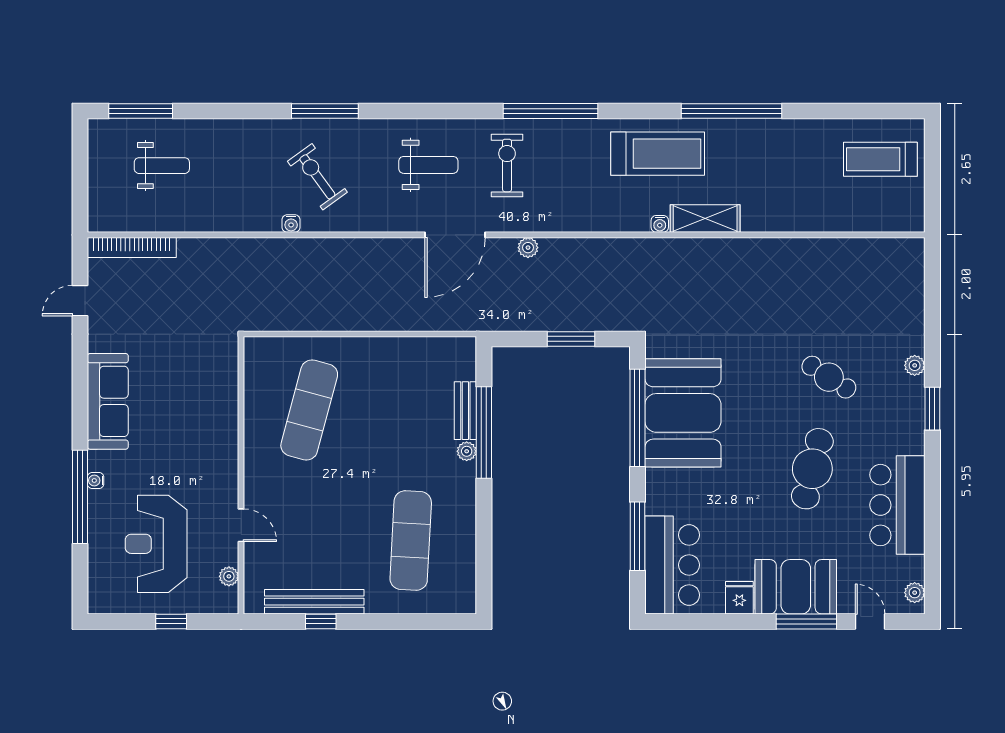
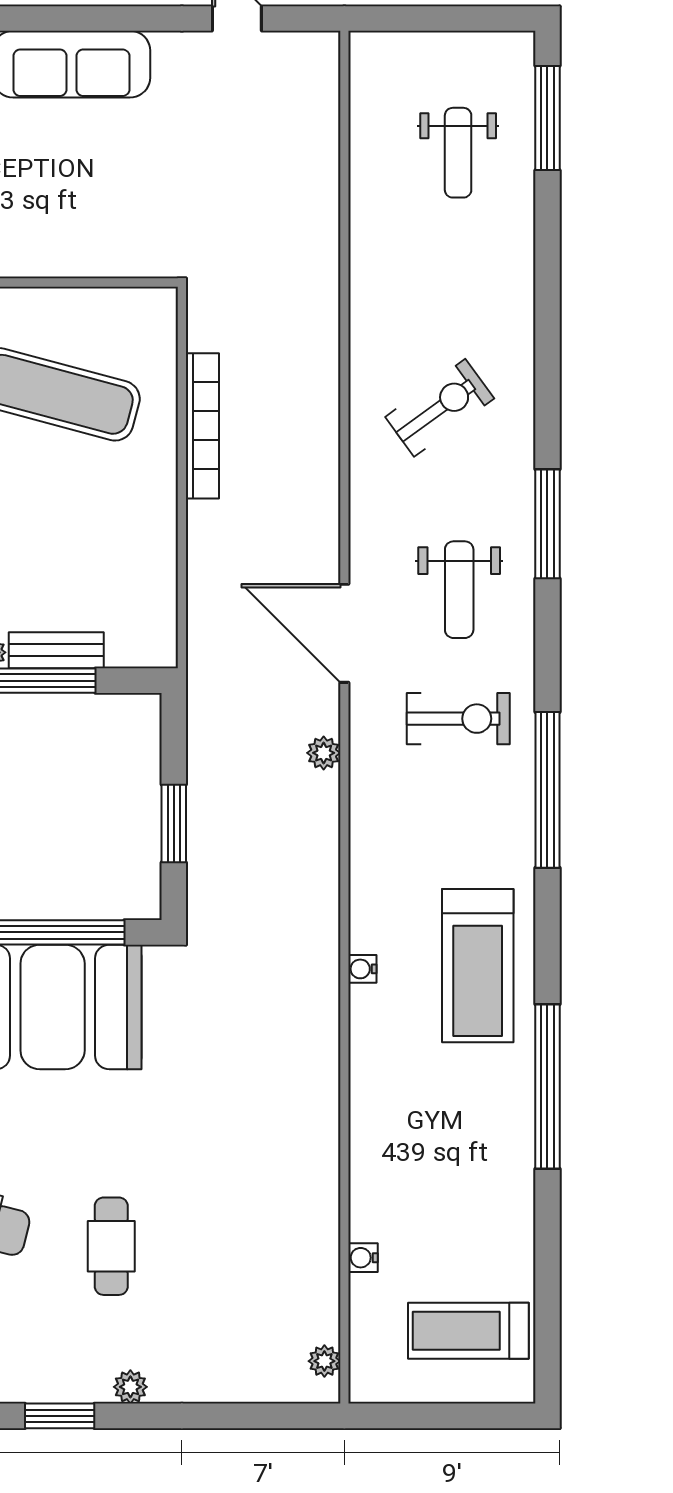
window: (325, 111) -> (547, 524), moved
treadmill: (880, 159) -> (468, 1331), turned -90
shelving: (705, 218) -> (371, 1043), removed
water cooler: (291, 224) -> (363, 1258), moved
bookcase: (132, 247) -> (202, 426), moved, turned 180
plant: (899, 247) -> (324, 1361), added
cafe table: (829, 377) -> (111, 1246), turned -33

